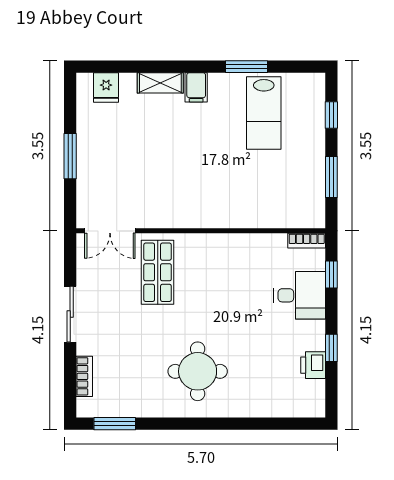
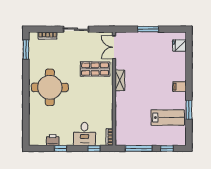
shelving: (160, 83) -> (120, 80), moved
lab bench: (264, 113) -> (168, 118), turned 180
window: (331, 177) -> (139, 148), width x1.44
round table: (198, 371) -> (50, 87), width x1.36, depth x1.36

